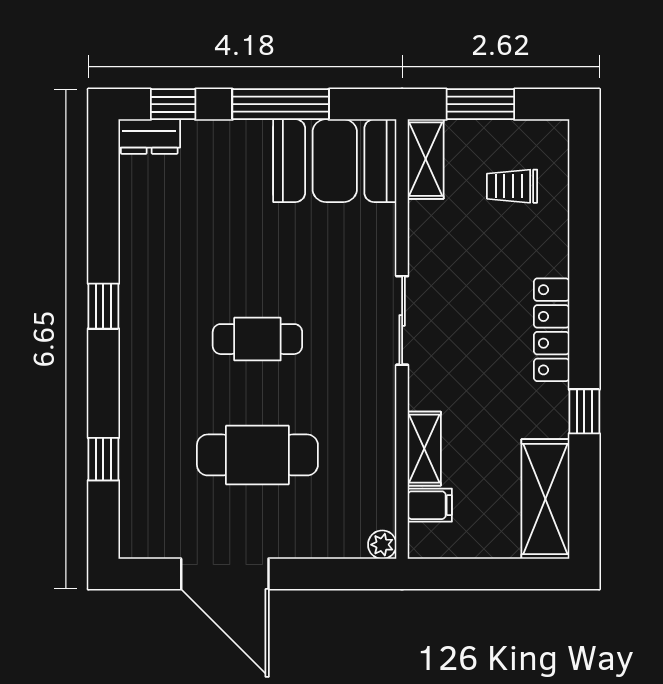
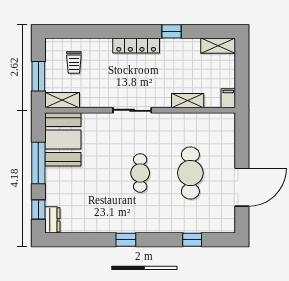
shelving: (545, 499) -> (218, 46), width x0.67, depth x0.75
filing cabinet: (430, 505) -> (228, 98), moved
plant: (382, 545) -> (229, 119), removed

